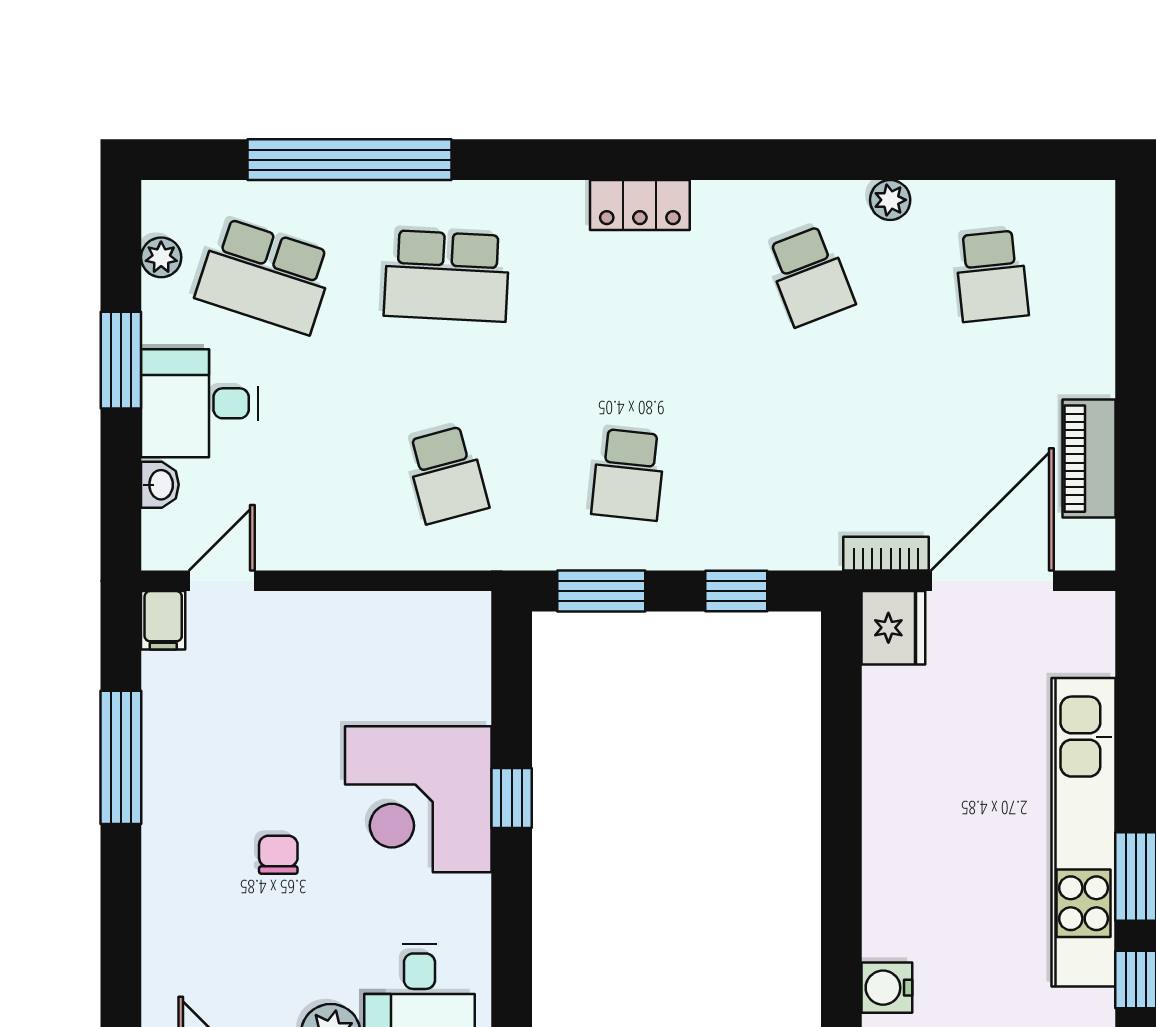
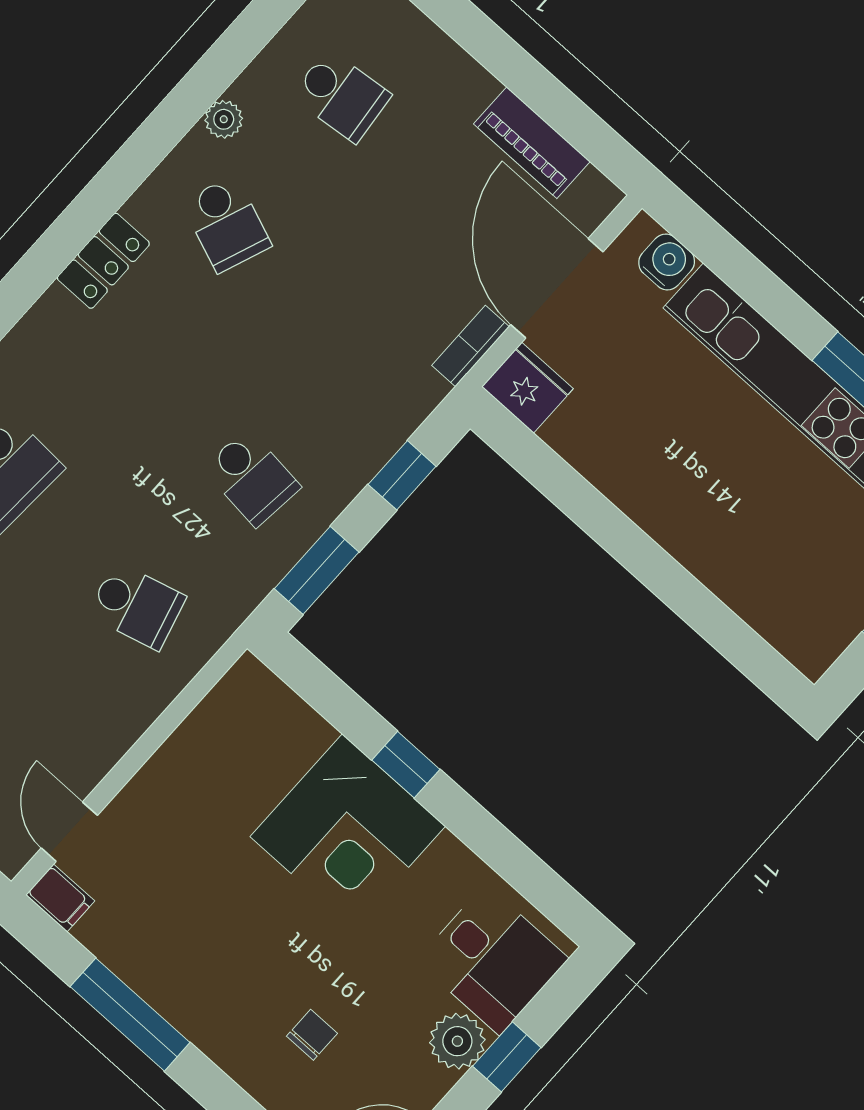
locker: (640, 205) -> (103, 261), moved
school desk: (810, 276) -> (227, 224), turned 42
chair: (278, 855) -> (312, 1035), moved, turned 90
water cooler: (887, 988) -> (667, 262), moved, turned 180

